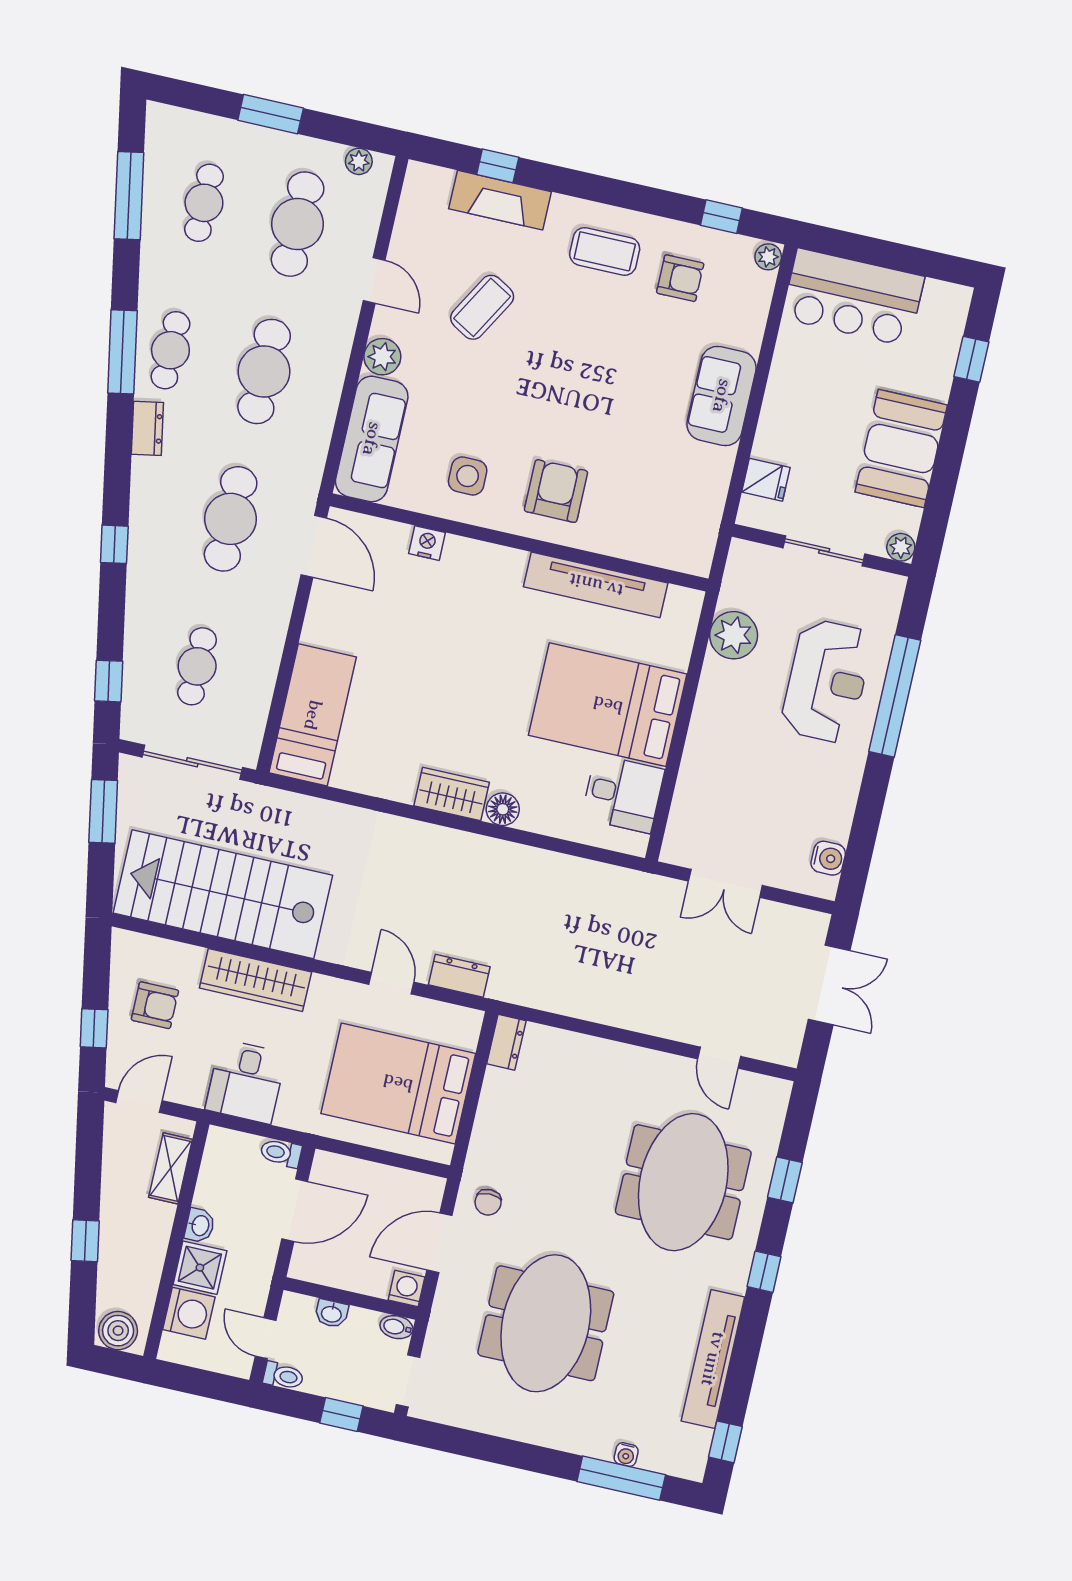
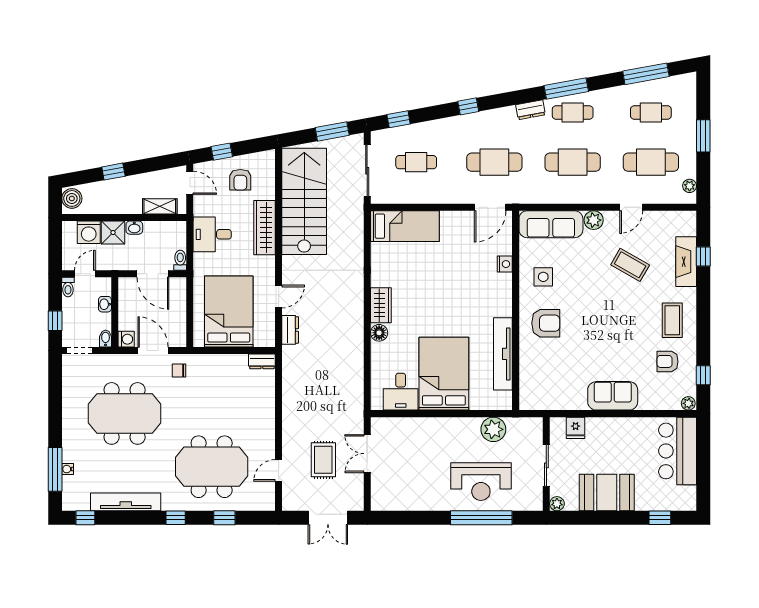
armchair: (680, 278) -> (667, 361), turned 90
water cooler: (828, 858) -> (392, 503), removed
rug: (718, 969) -> (323, 460), added

